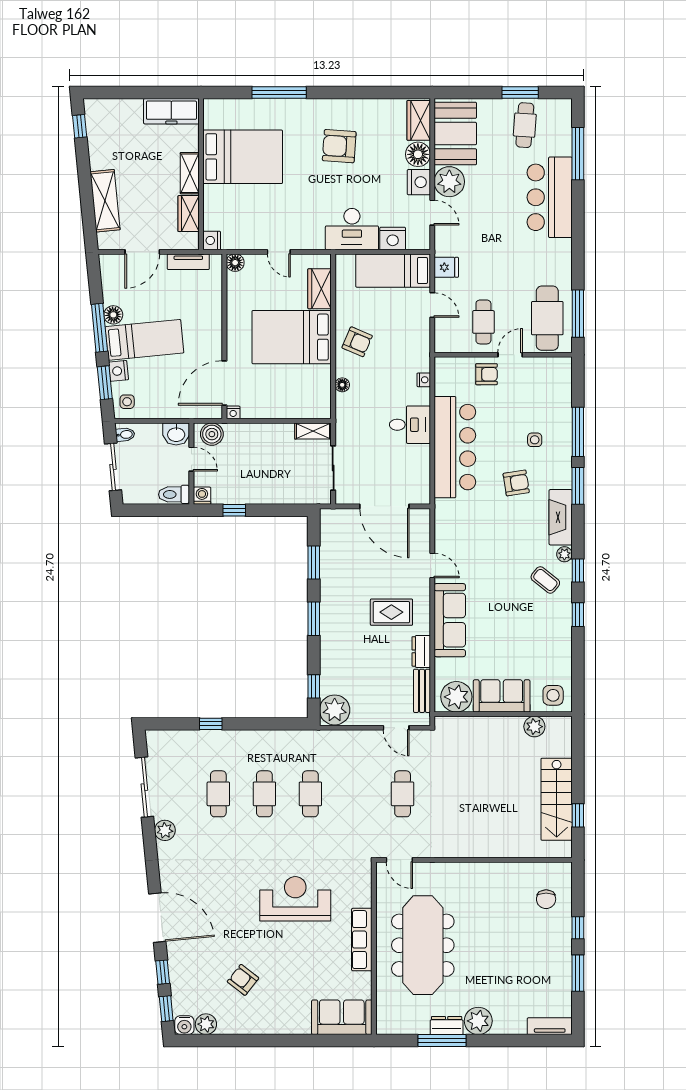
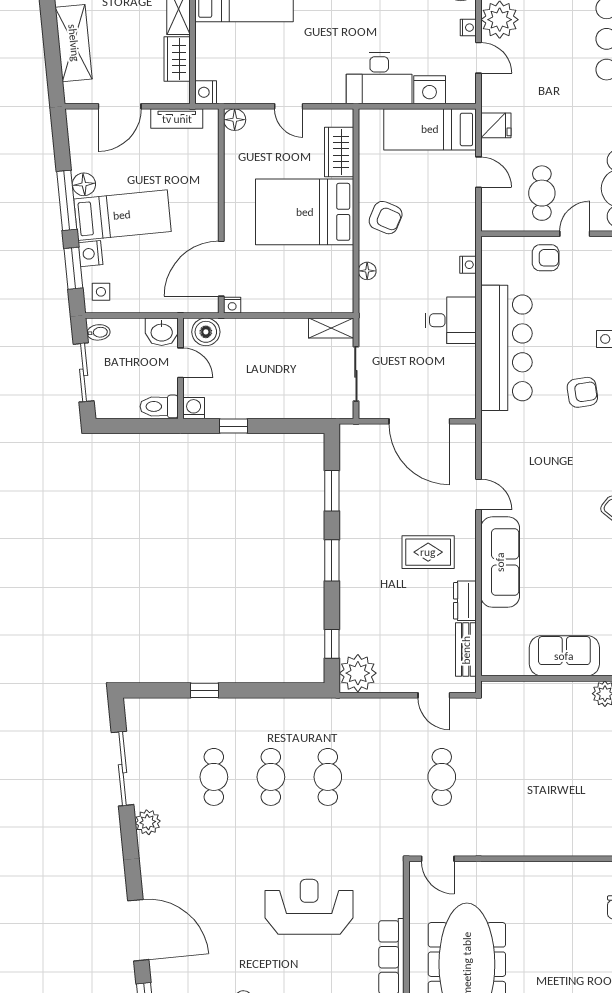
nightstand: (419, 182) -> (468, 28), width x0.53, depth x0.56
plant: (456, 697) -> (508, 657), removed

